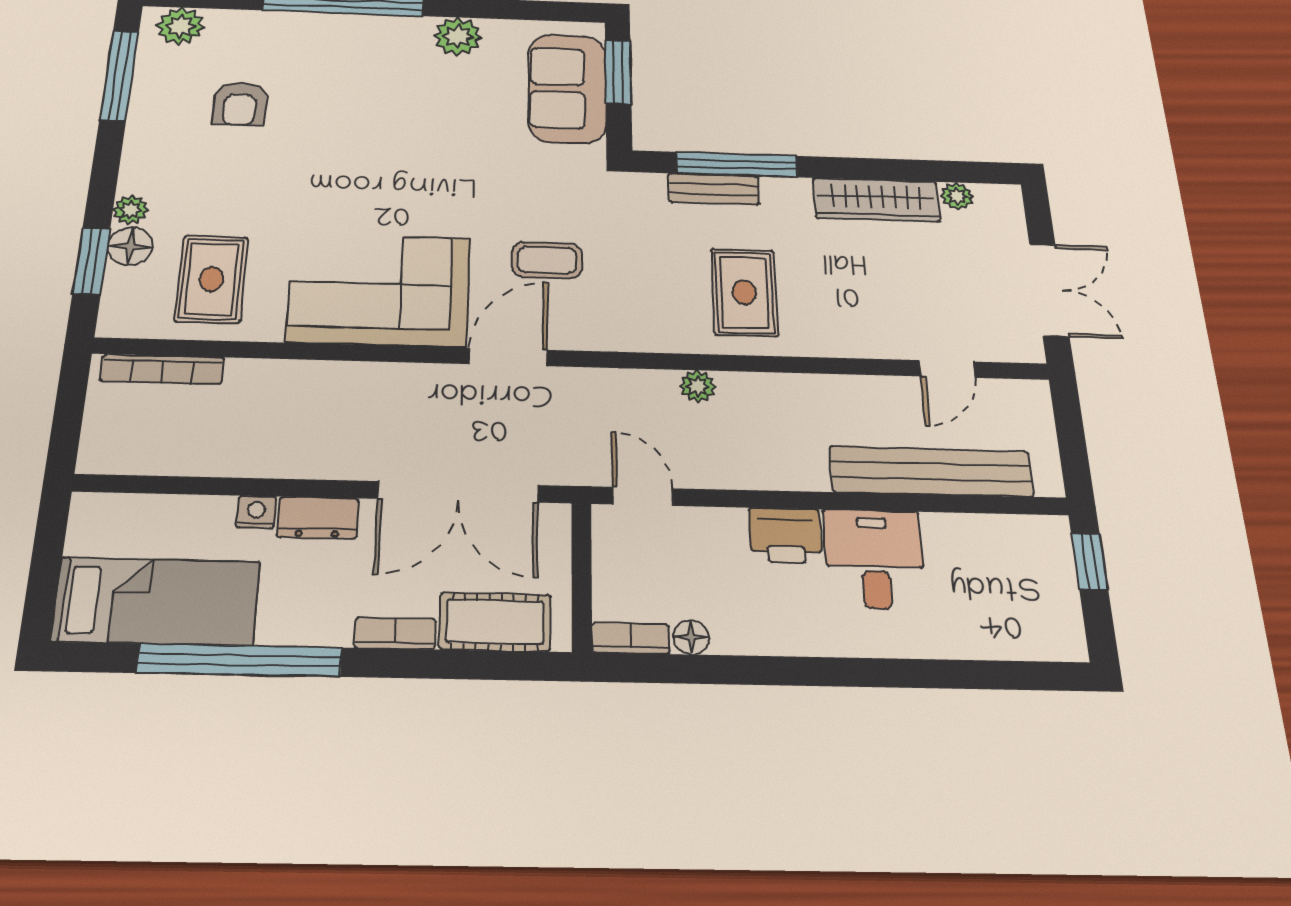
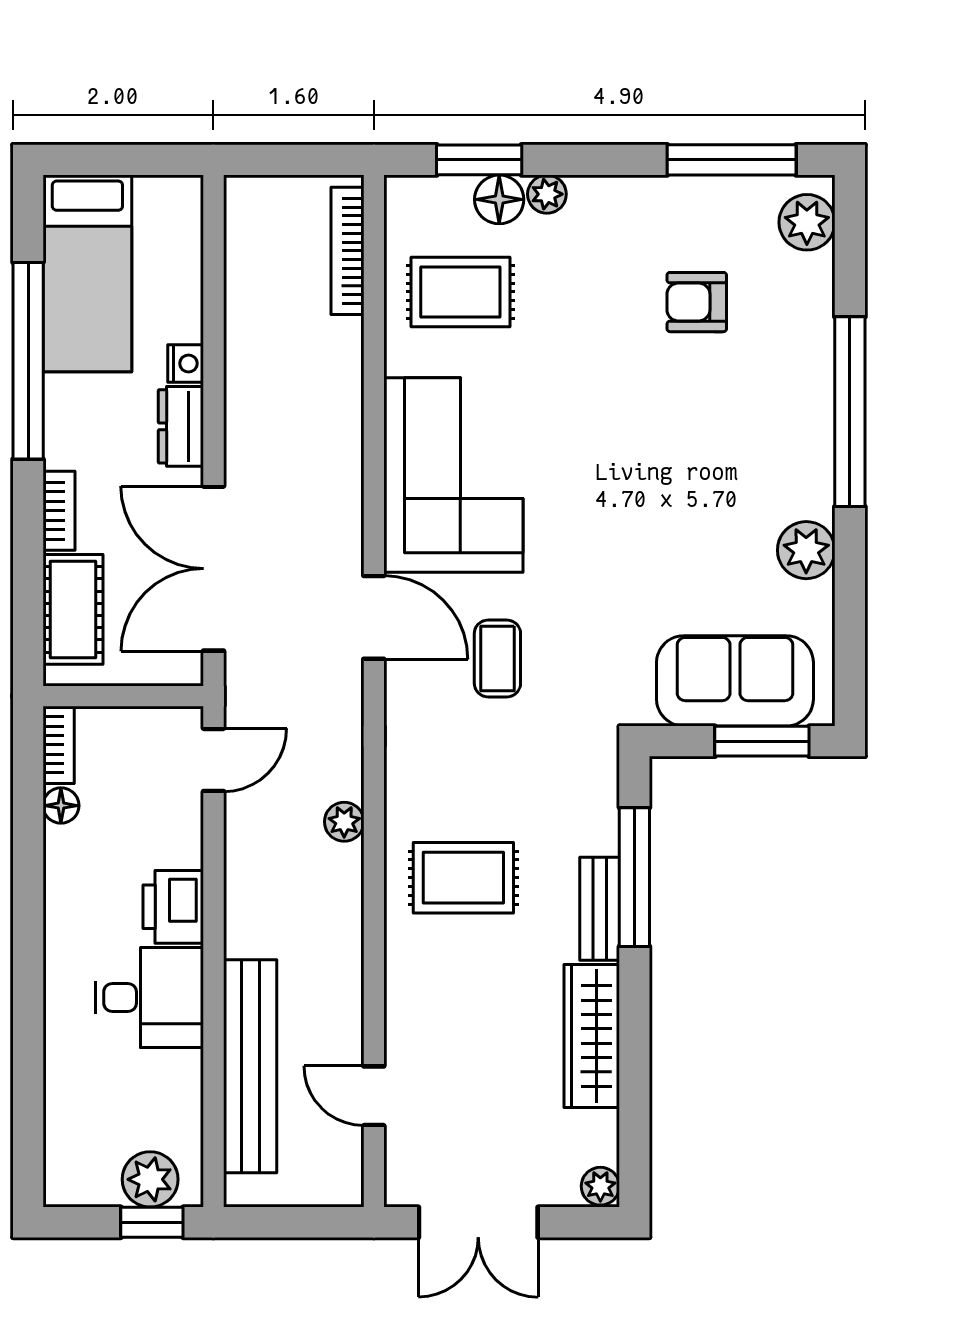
bench: (714, 189) -> (600, 909), moved
plant: (957, 196) -> (600, 1186), moved
plant: (1049, 562) -> (150, 1179), added

